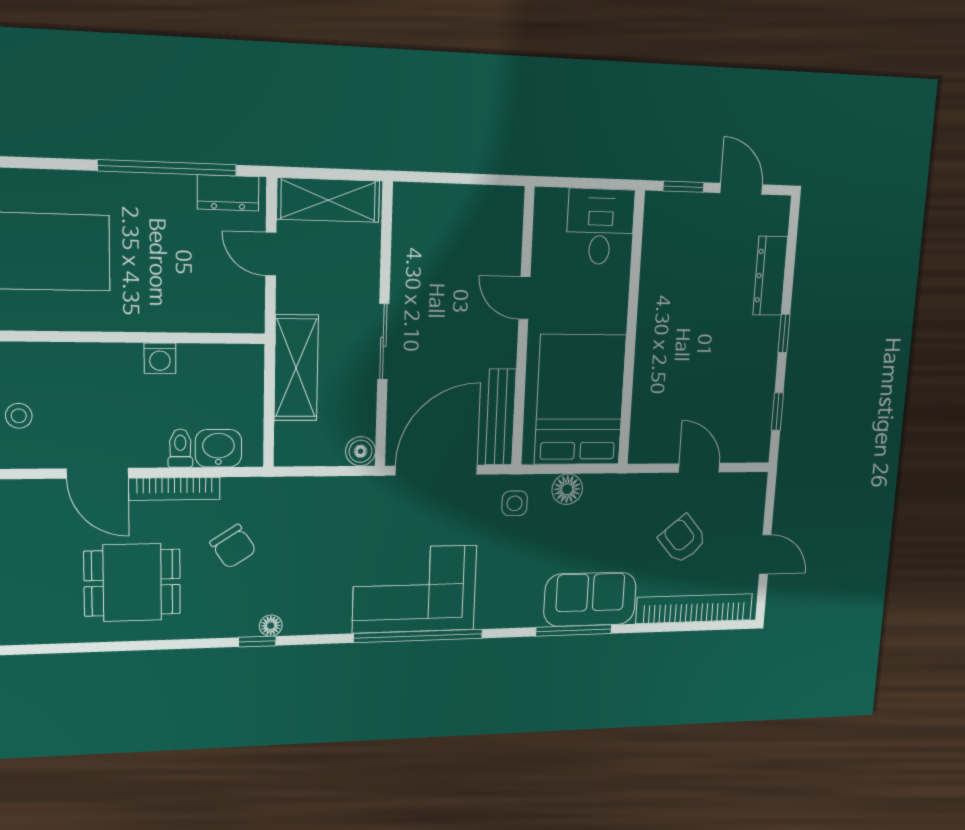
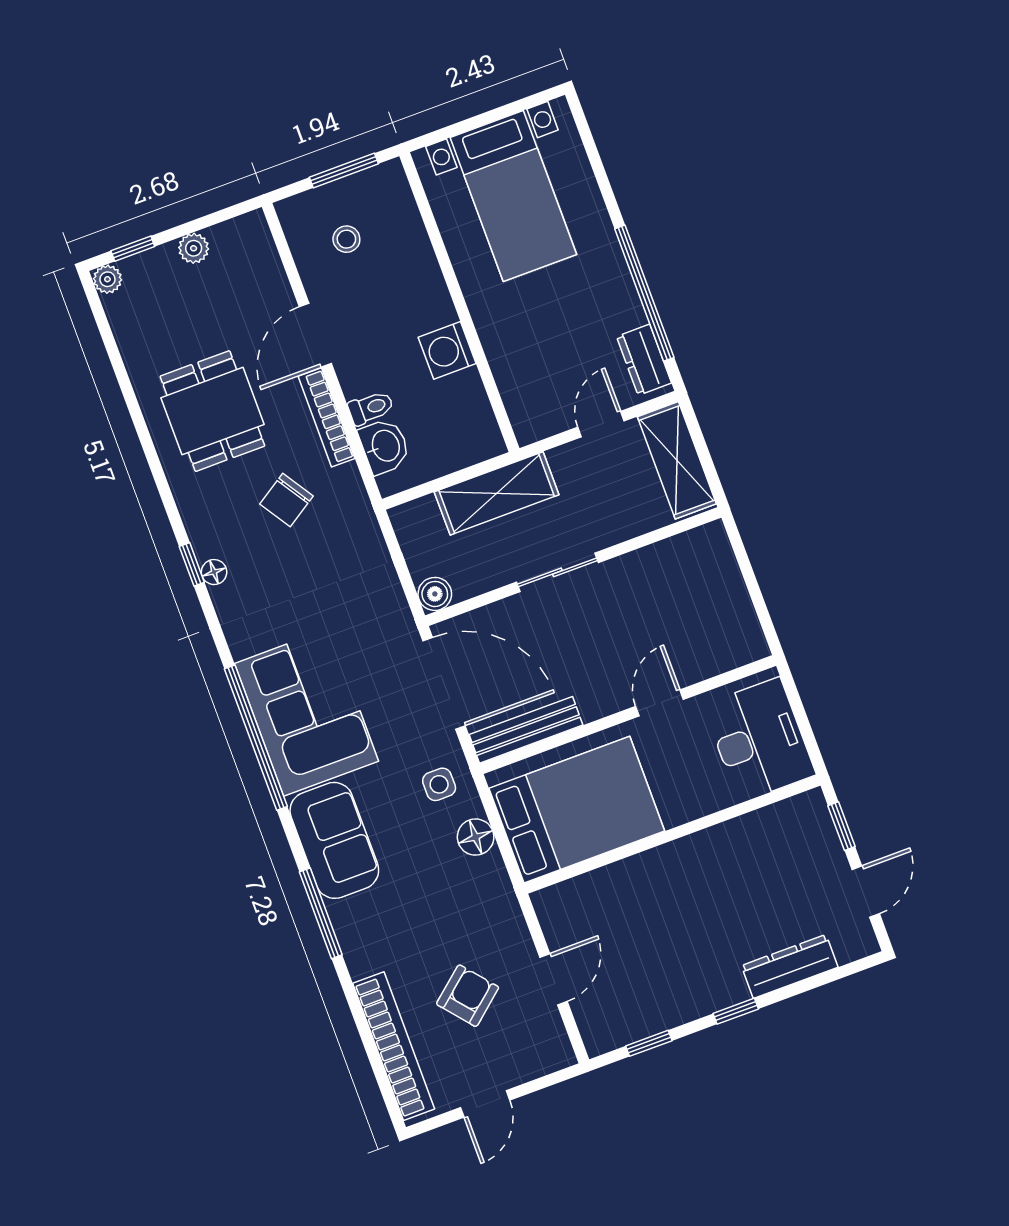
desk: (600, 227) -> (759, 740), width x1.37
washing machine: (160, 358) -> (447, 350), width x1.38, depth x1.38
sofa: (590, 599) -> (334, 840), moved

